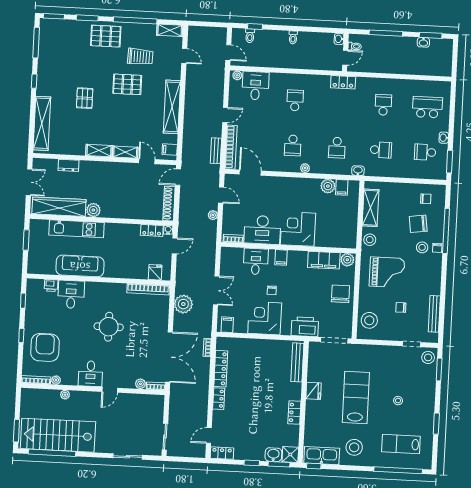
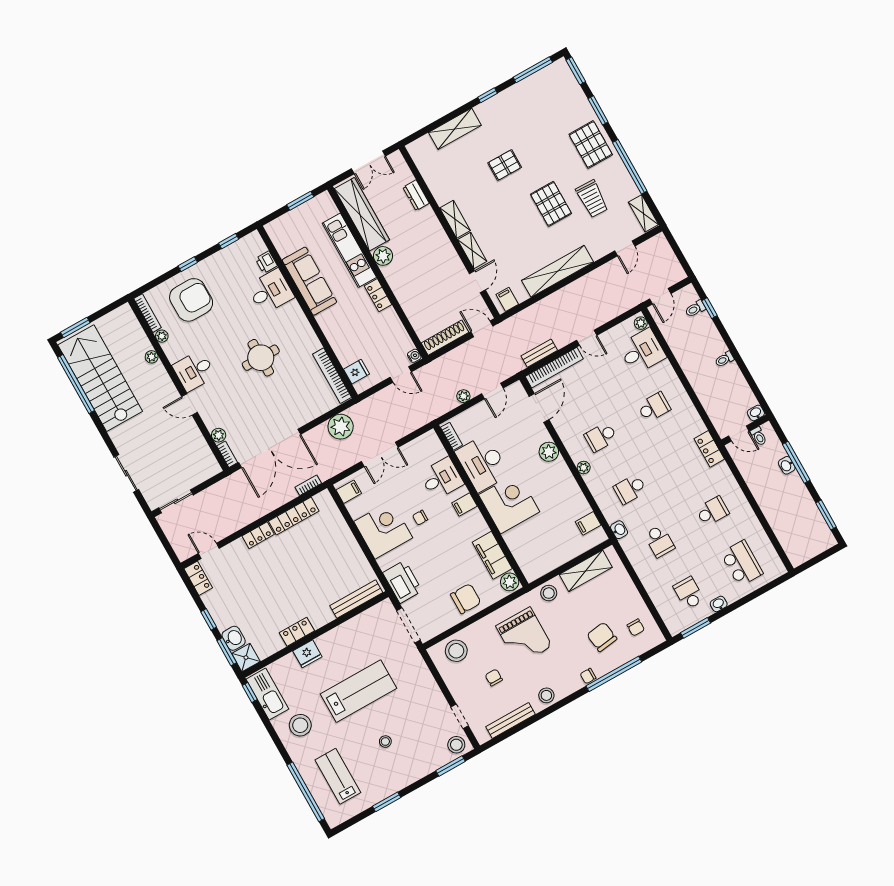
washbasin: (423, 42) -> (787, 465), moved
shelving: (42, 123) -> (455, 129), width x0.68
plant: (328, 186) -> (549, 452), moved
locker: (152, 230) -> (378, 295), moved
stool: (422, 247) -> (546, 695), moved
fridge: (314, 391) -> (307, 654), moved

